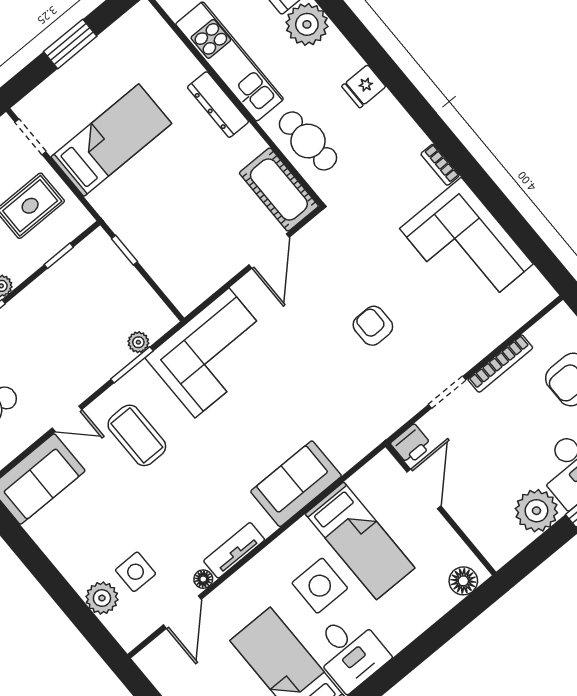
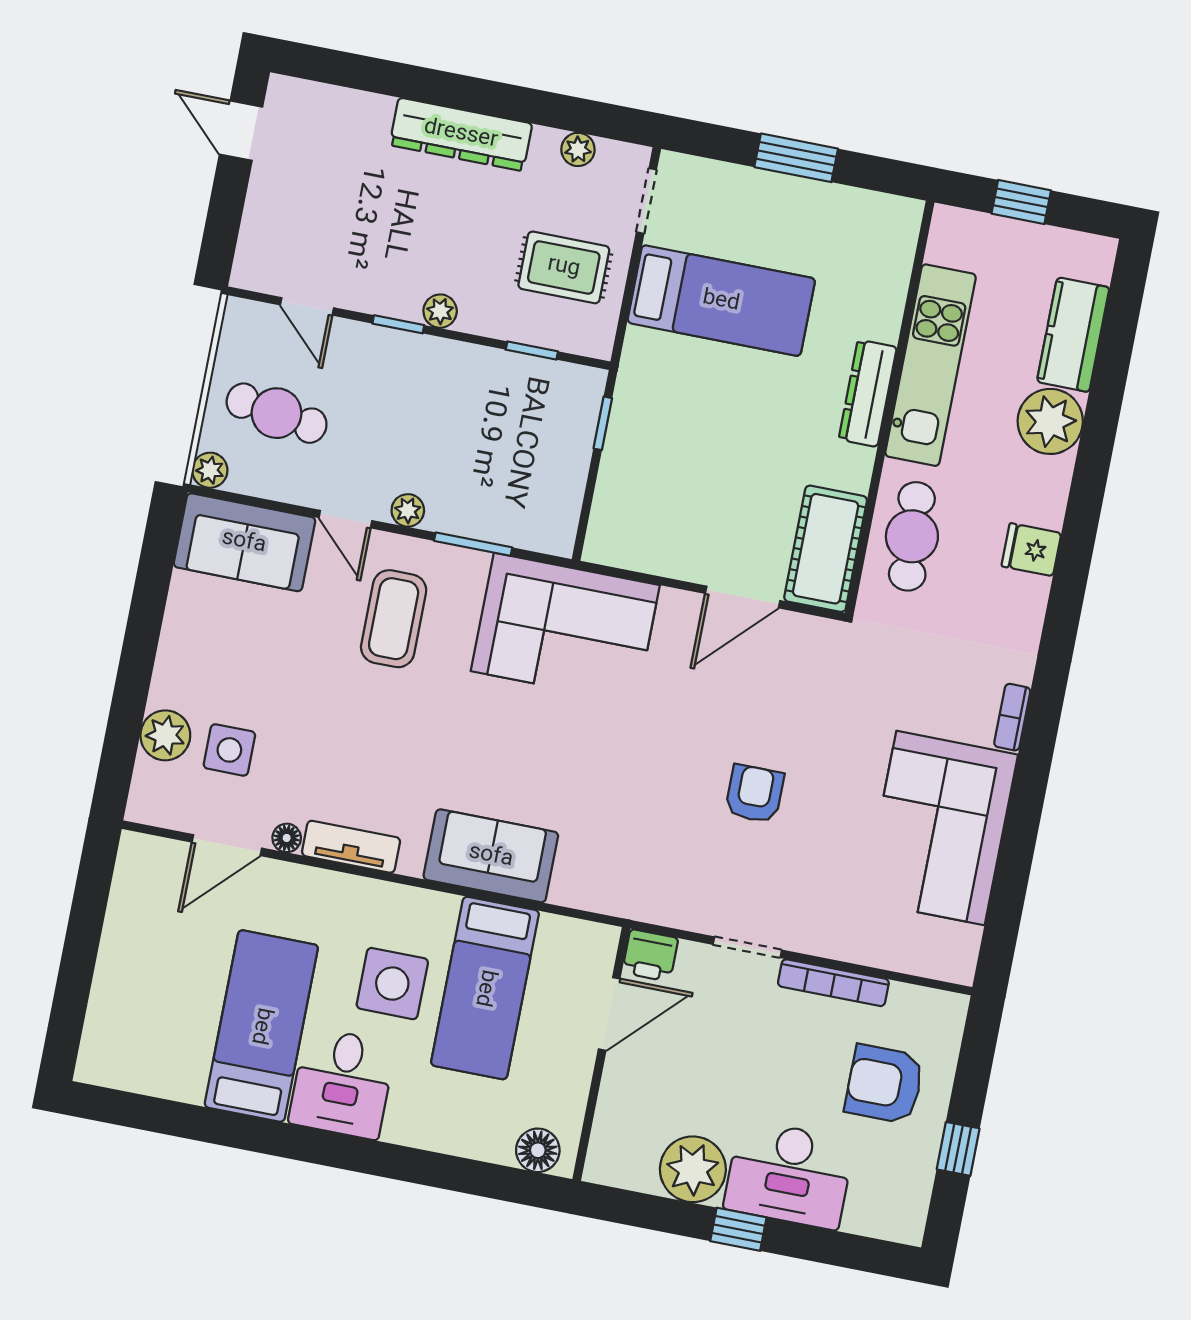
plant: (138, 342) -> (408, 510), moved

